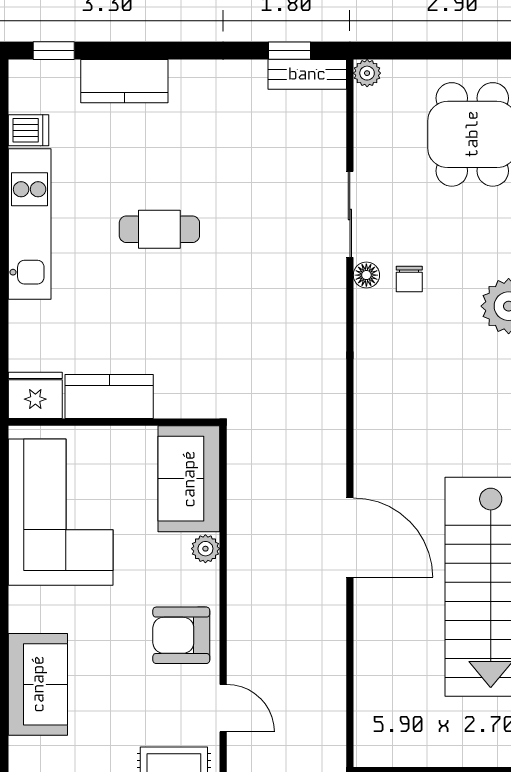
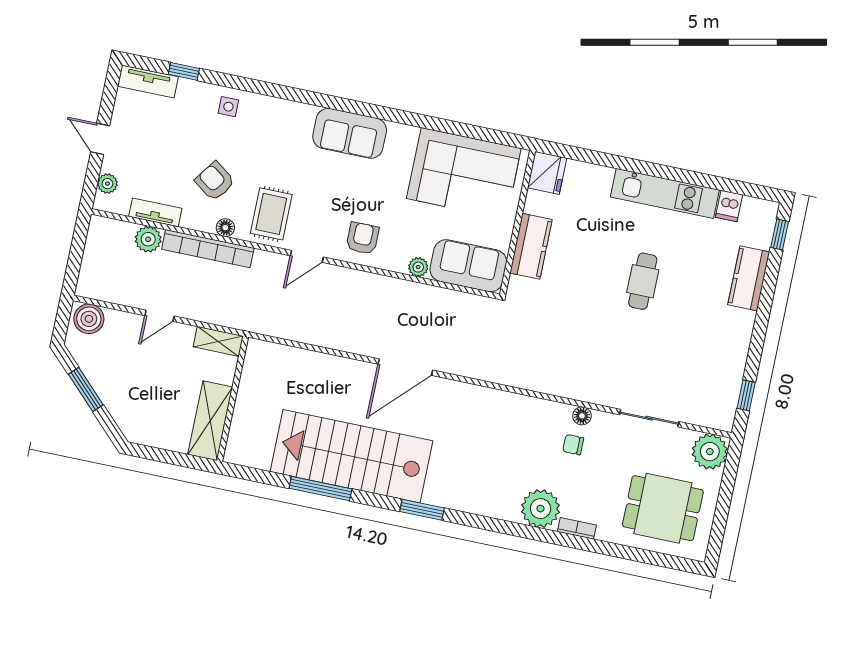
plant: (367, 73) -> (710, 452), width x1.87, depth x1.87
bench: (307, 74) -> (727, 404), removed
sliding door: (350, 214) -> (649, 418), moved
kitchen counter: (109, 396) -> (531, 246), moved
armchair: (181, 635) -> (363, 238), width x0.72, depth x0.72

